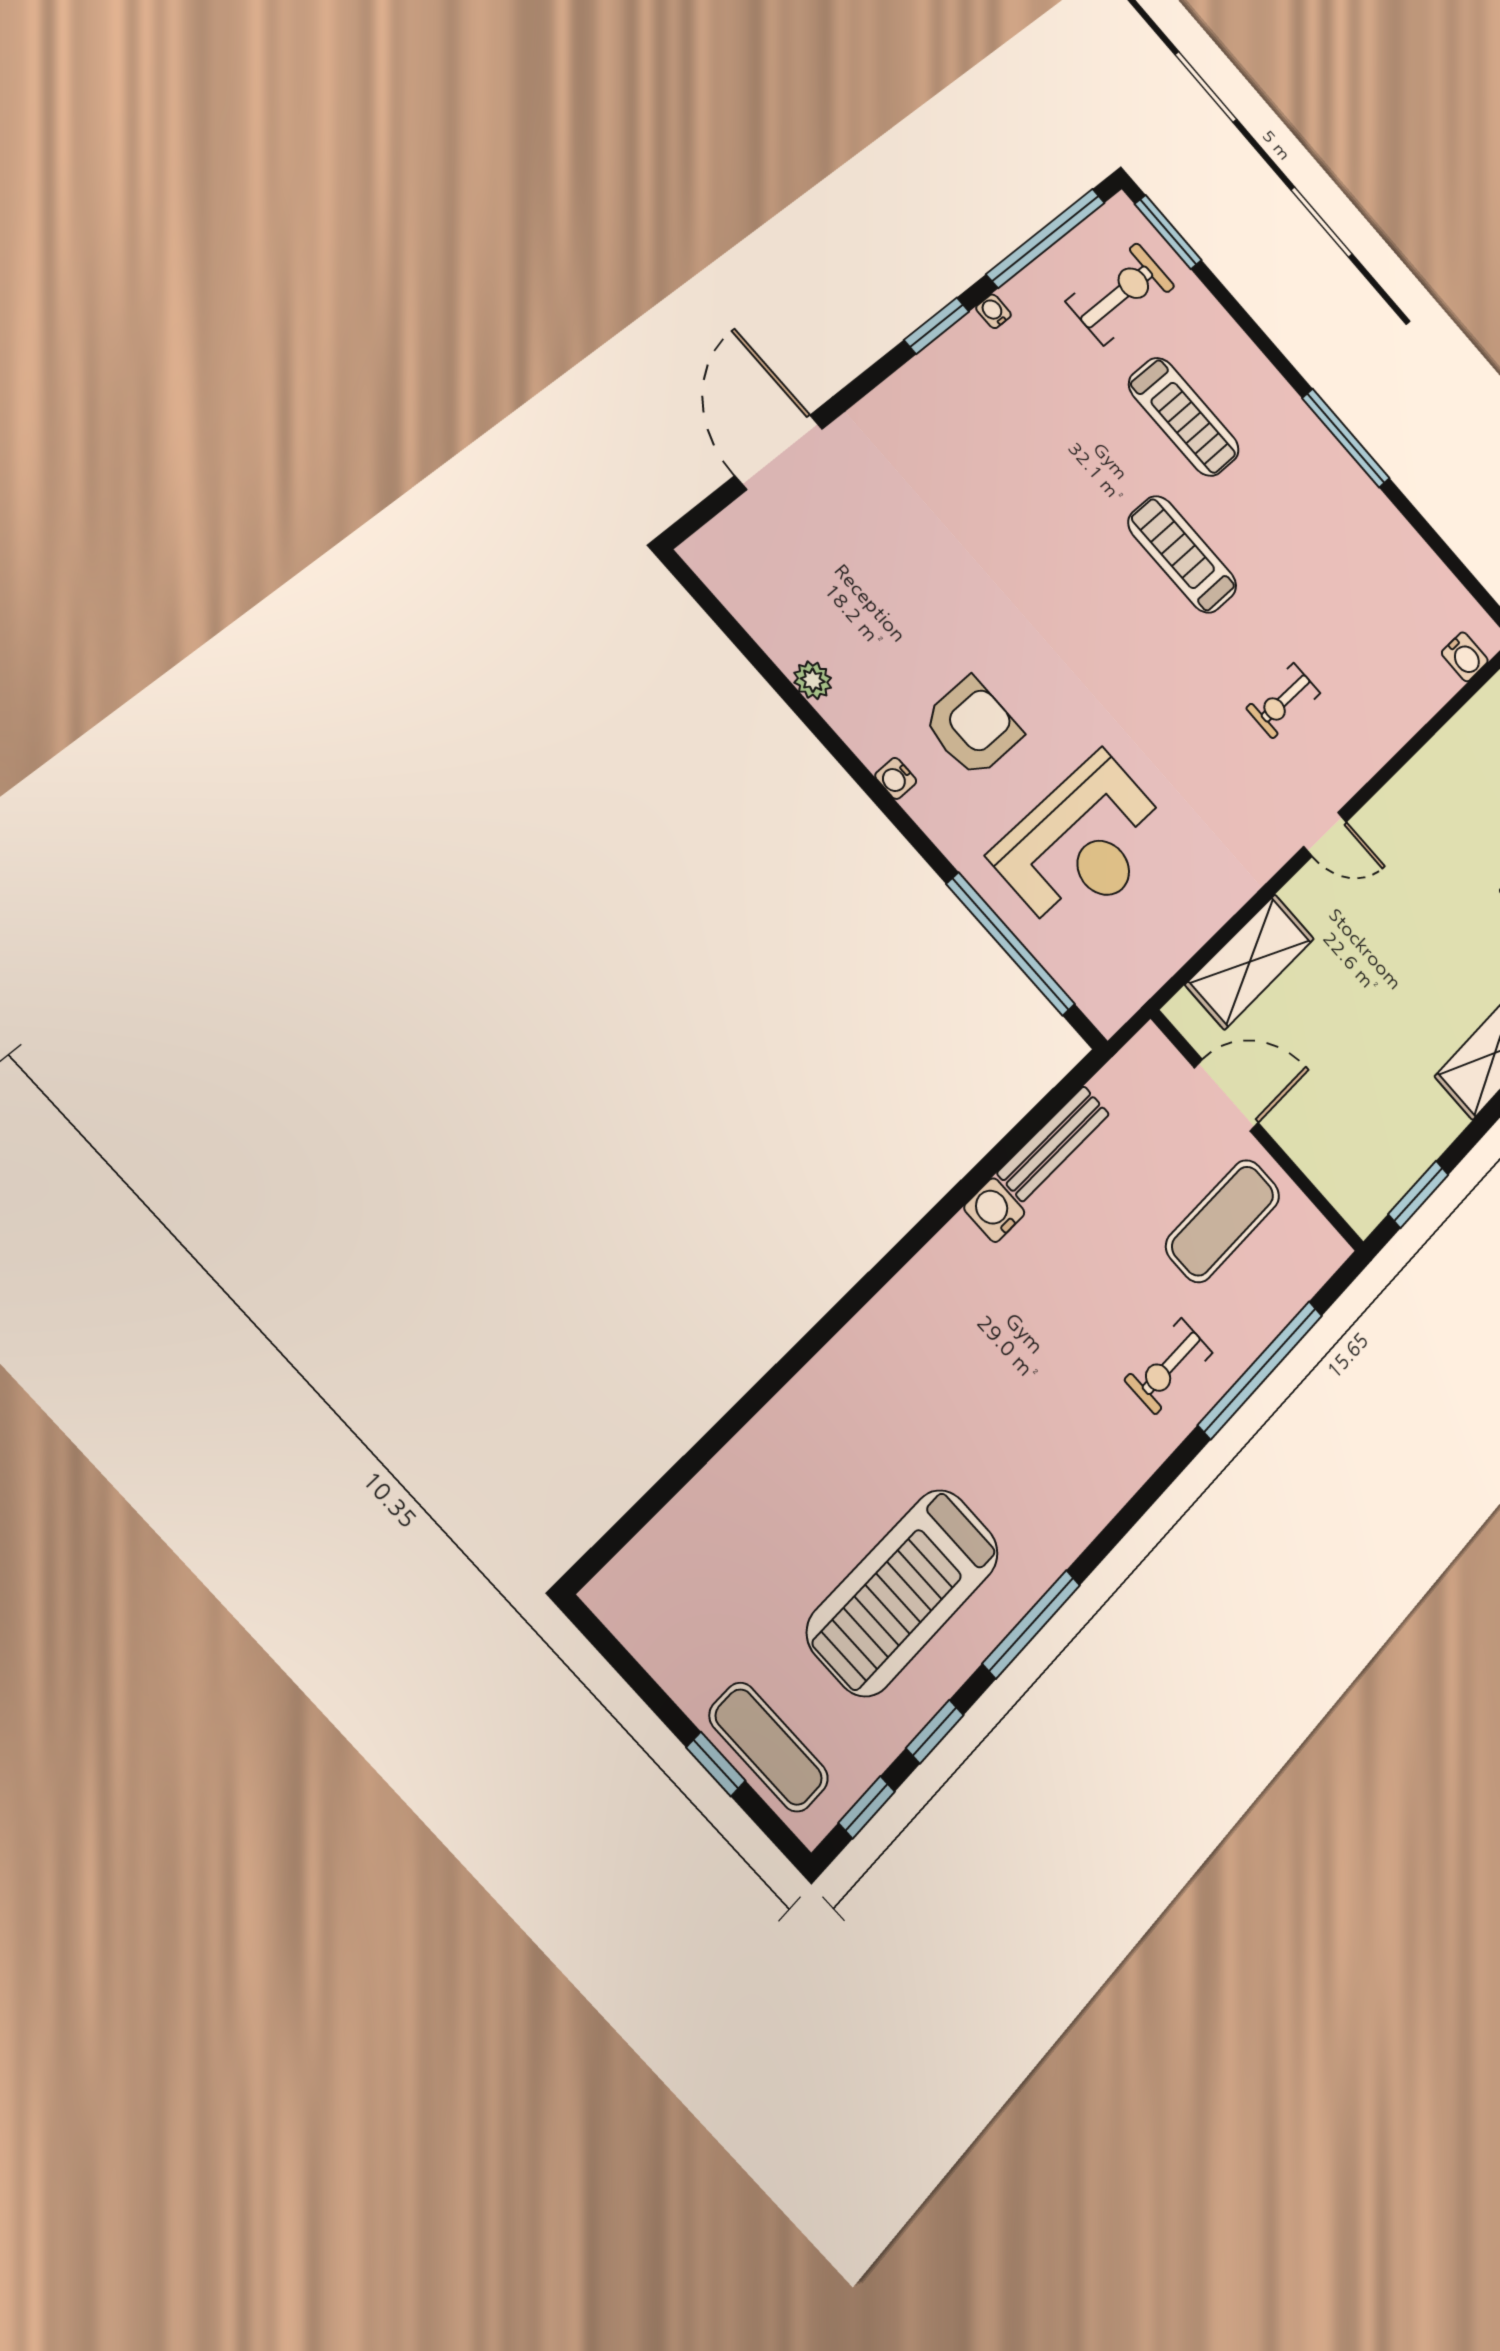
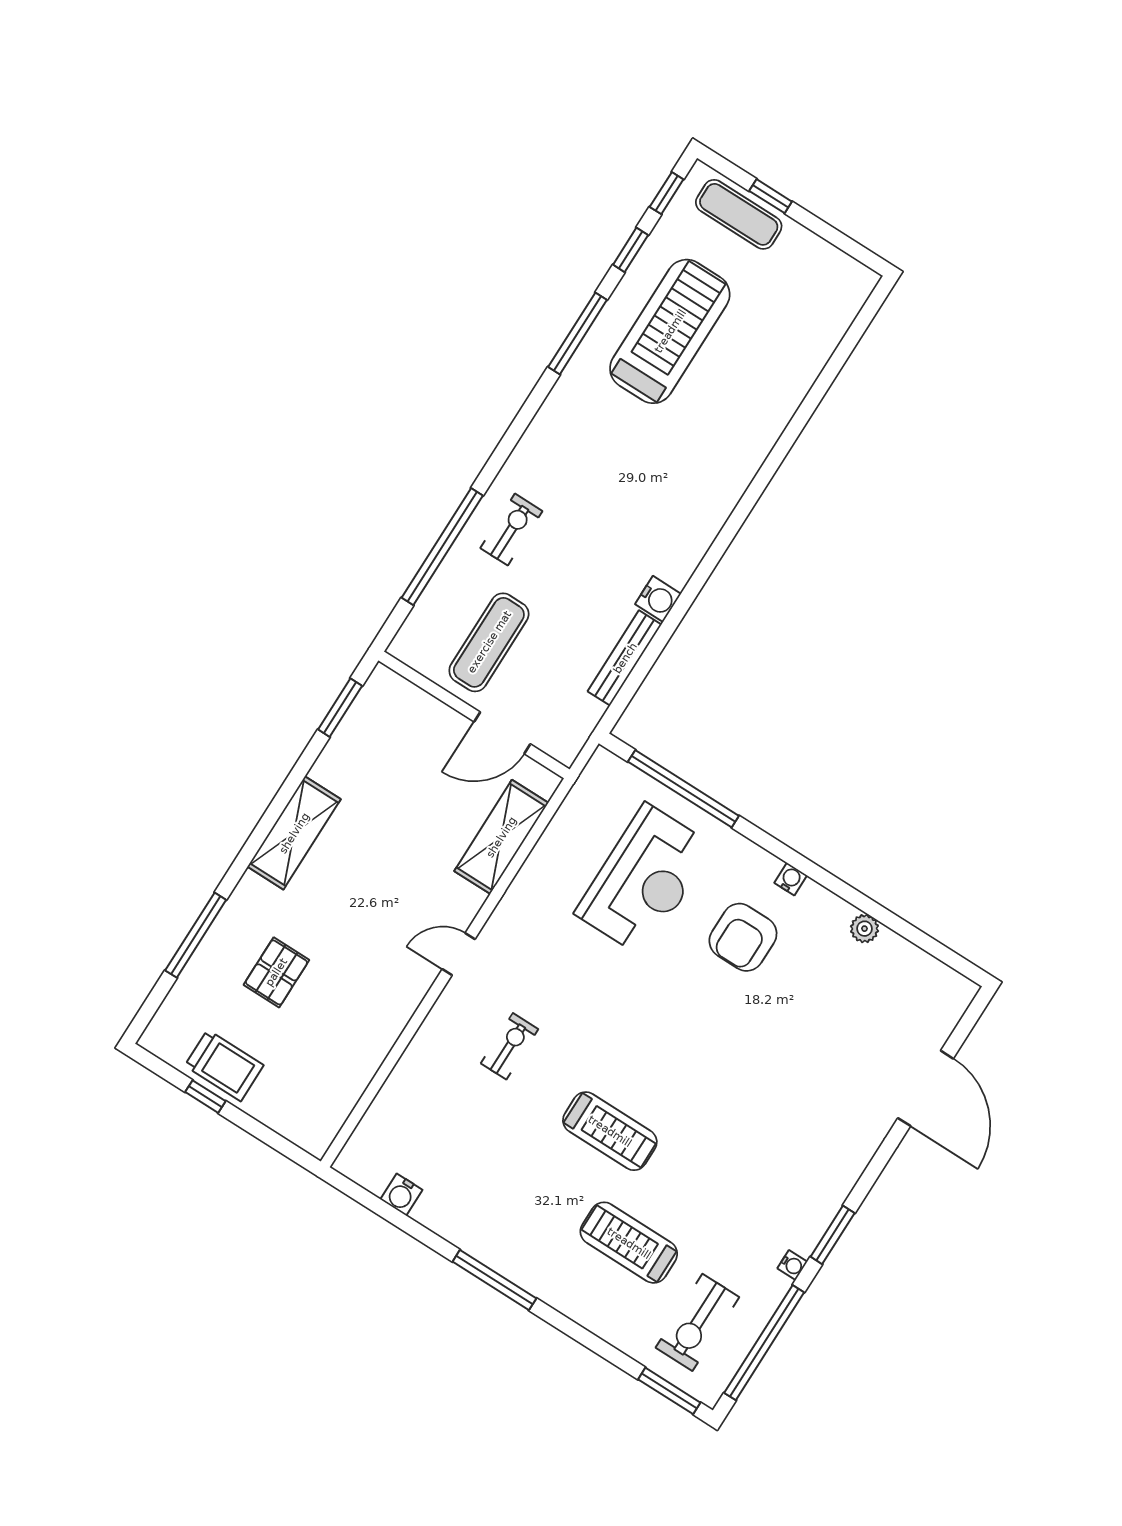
water cooler: (1465, 657) -> (401, 1195), moved, turned -90
reception desk: (1083, 845) -> (644, 880), turned 180

